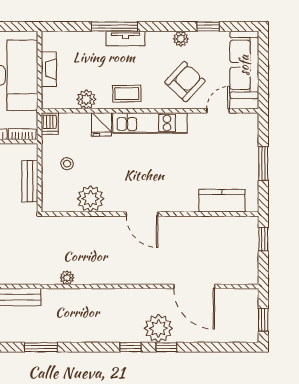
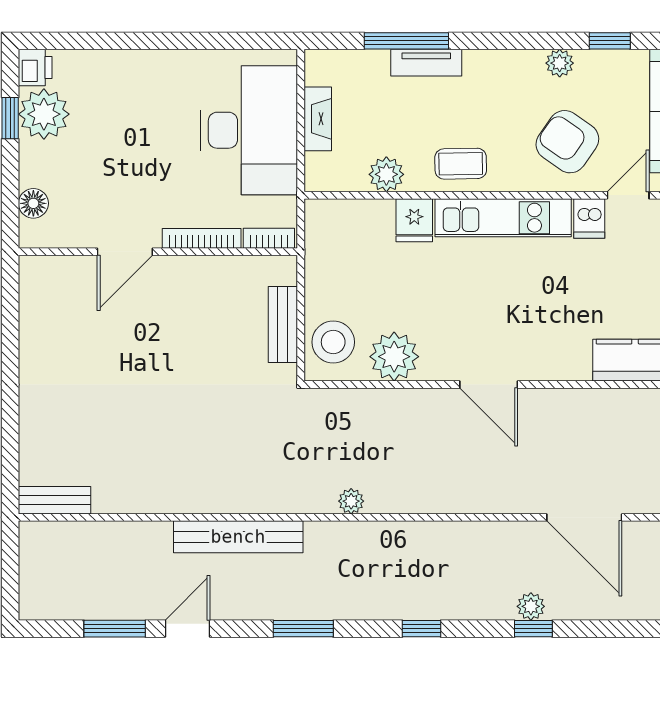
window: (114, 27) -> (406, 41), moved
tv unit: (126, 38) -> (426, 63), moved
armchair: (185, 82) -> (567, 142), turned -98
dishwasher: (50, 123) -> (589, 218), moved
stool: (67, 164) -> (333, 342), moved, width x1.89, depth x1.89
plant: (158, 328) -> (531, 606), width x0.53, depth x0.53
window: (130, 347) -> (421, 629), moved

